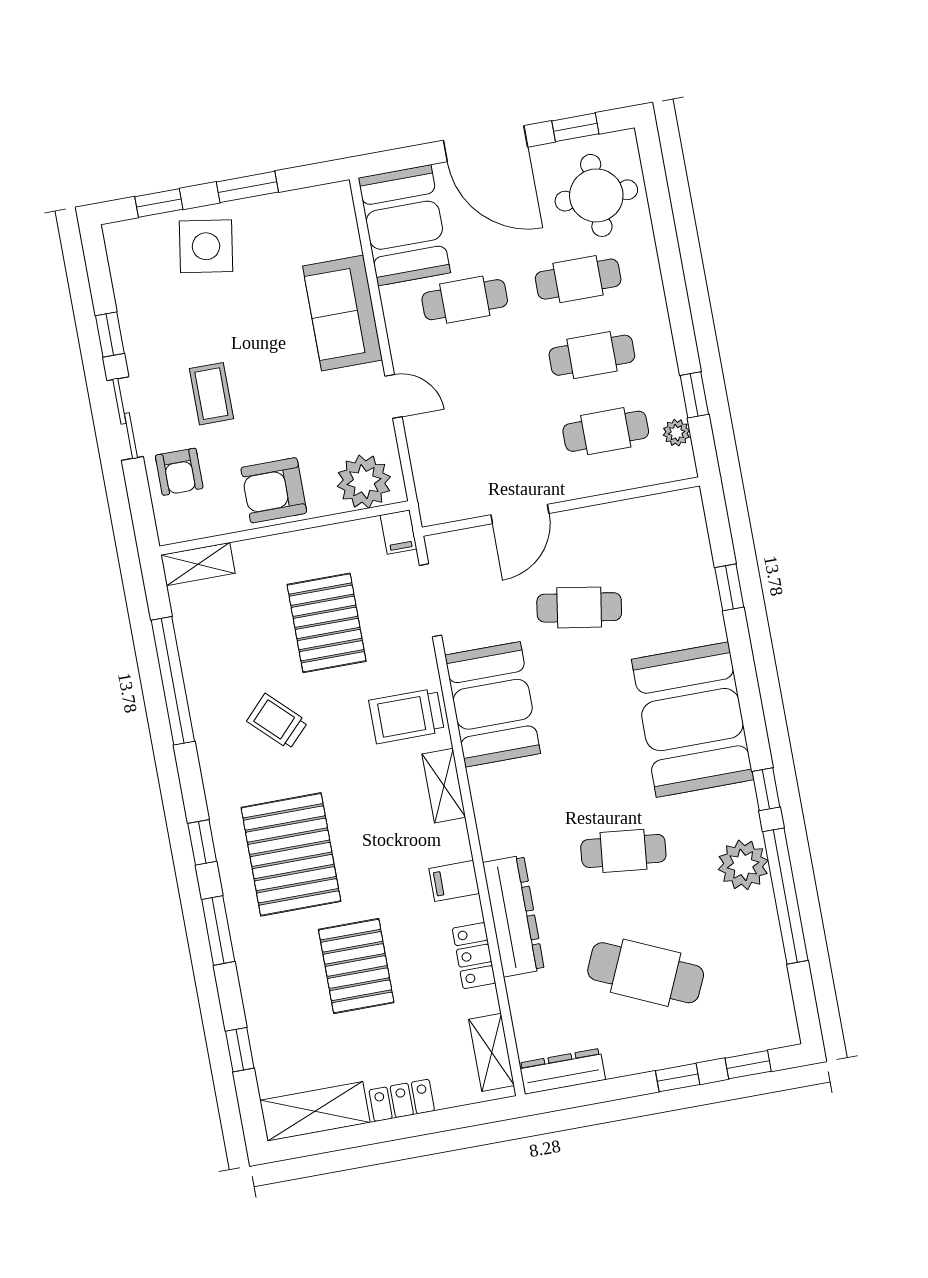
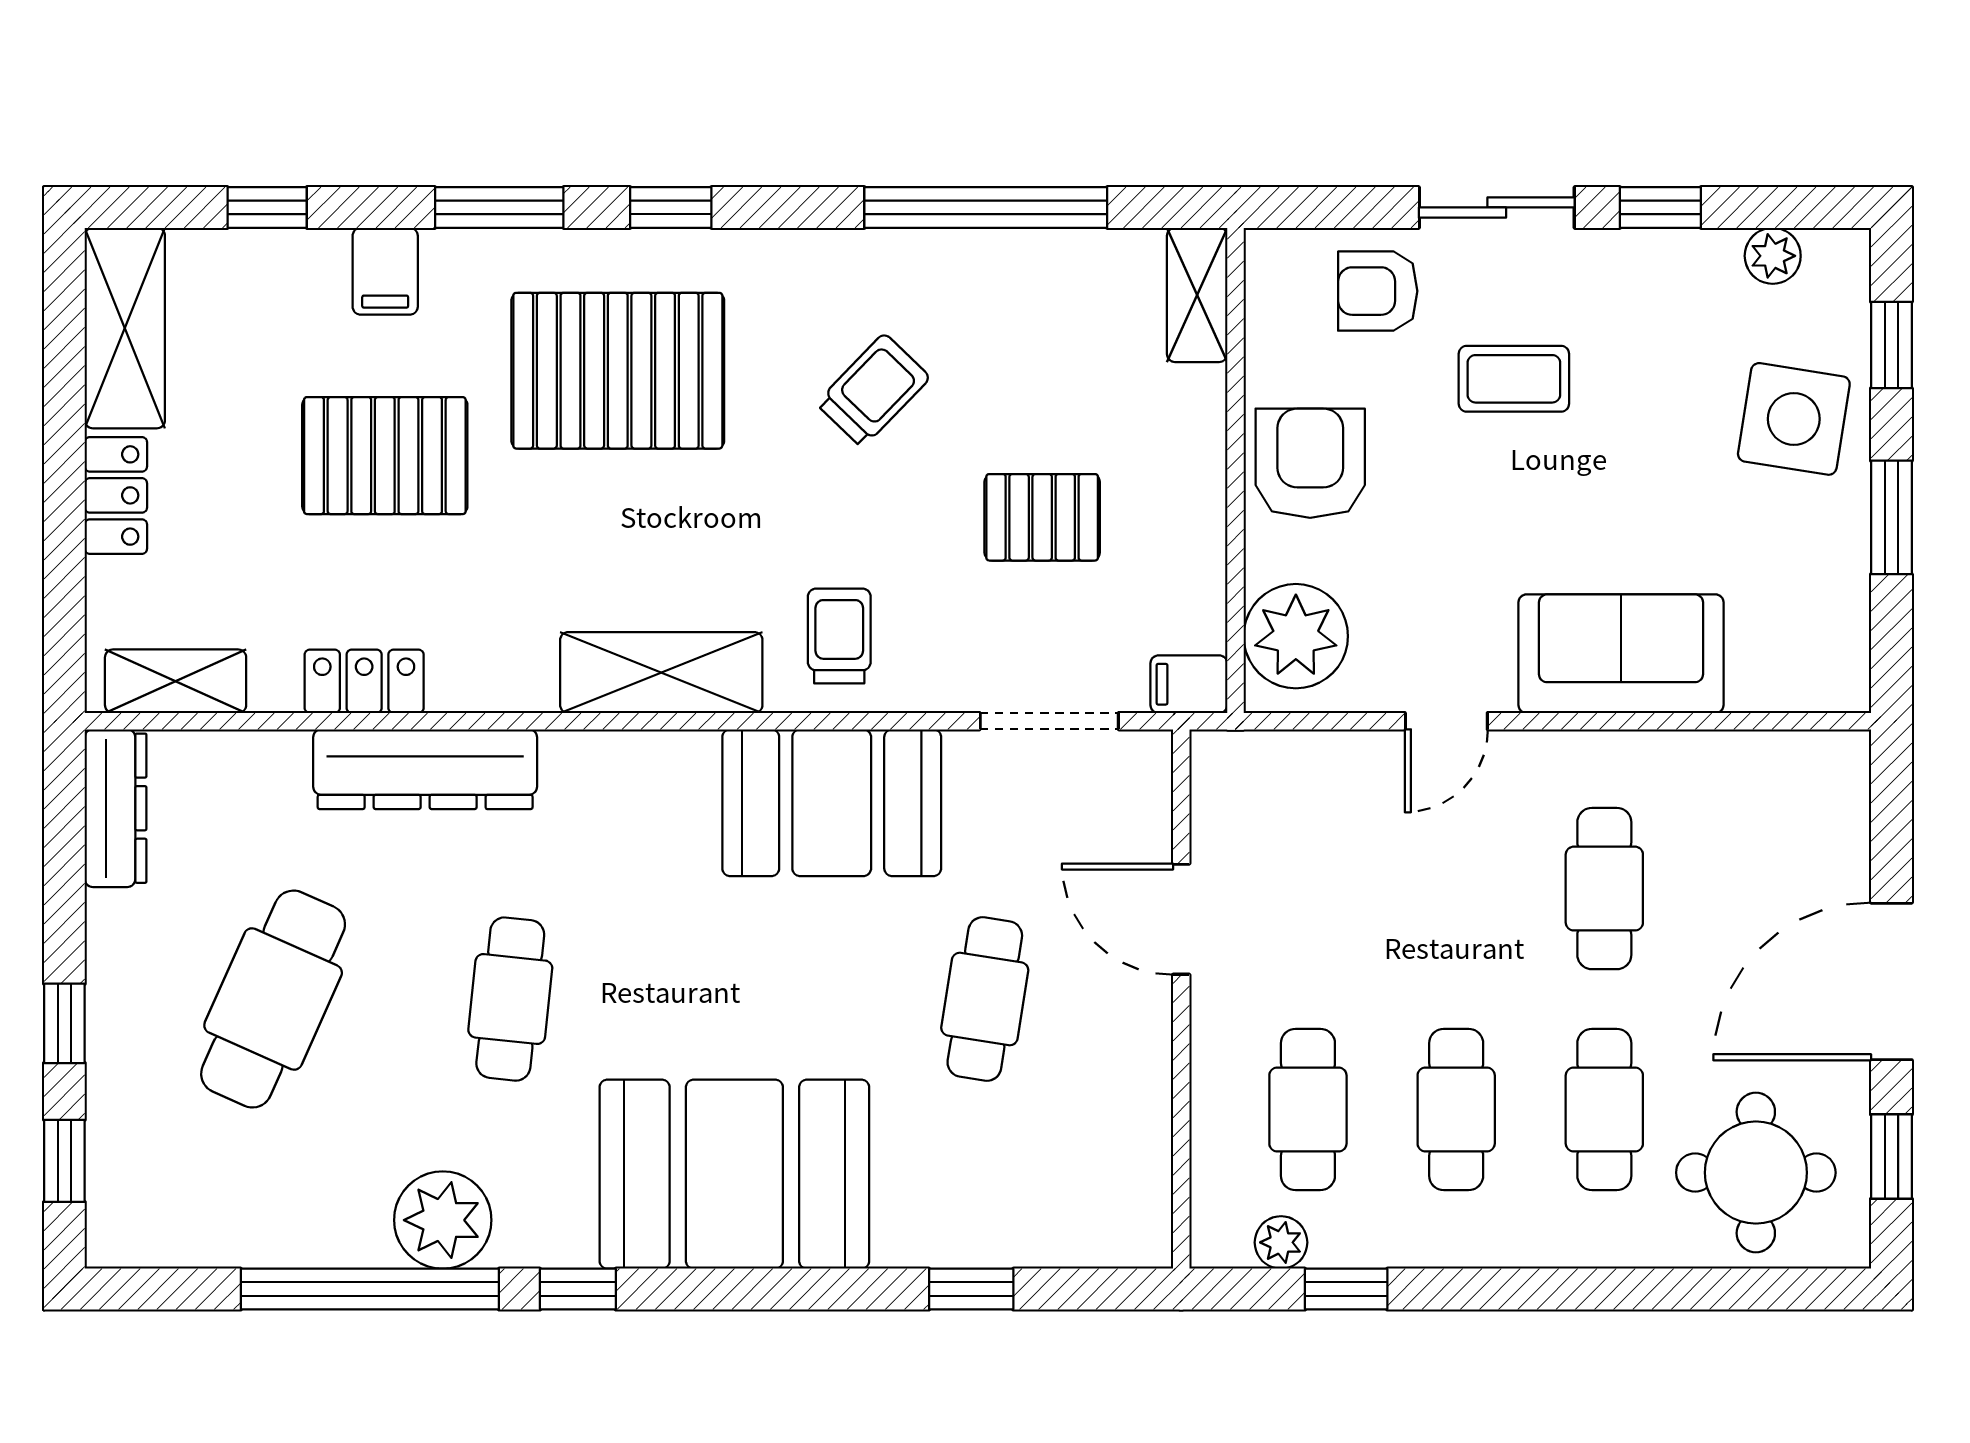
booth: (404, 225) -> (1766, 800), removed
plant: (124, 272) -> (1773, 256), added
pallet: (327, 623) -> (1042, 517), width x0.67, depth x0.71
trolley: (406, 716) -> (839, 636), width x0.73, depth x0.72
shelving: (444, 786) -> (661, 673), width x1.50, depth x1.33
filing cabinet: (454, 881) -> (385, 271), moved, turned 180

